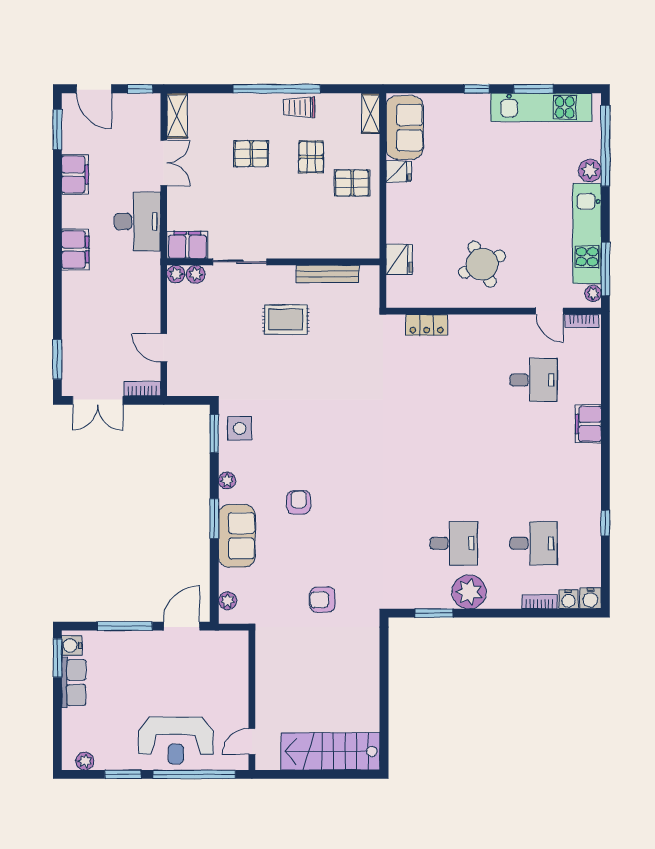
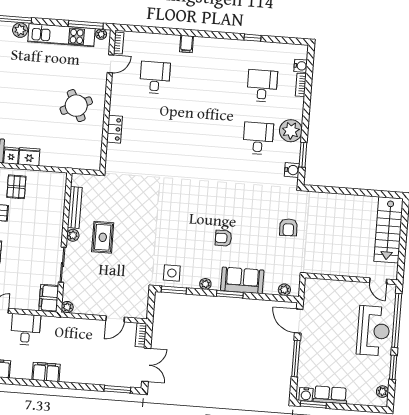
desk: (137, 221) -> (26, 329), width x0.73
fridge: (399, 259) -> (29, 157), moved
plant: (196, 274) -> (73, 235), moved
locker: (427, 325) -> (115, 129), moved
filing cabinet: (588, 424) -> (187, 44), width x0.50
water cooler: (590, 598) -> (292, 170), moved

